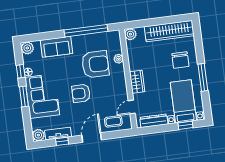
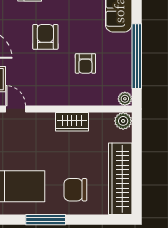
plant: (119, 59) -> (125, 99), moved
armchair: (95, 64) -> (85, 63), width x0.53, depth x0.53
wardrobe: (137, 82) -> (72, 122), moved

